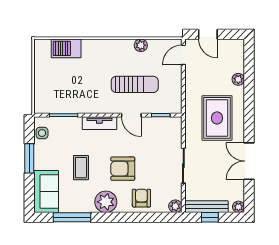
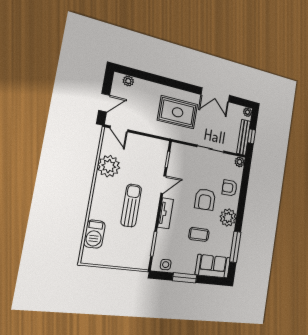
plant: (141, 45) -> (109, 166), width x1.88, depth x1.88
plant: (238, 79) -> (128, 81), moved
sun lounger: (135, 84) -> (131, 206), moved

